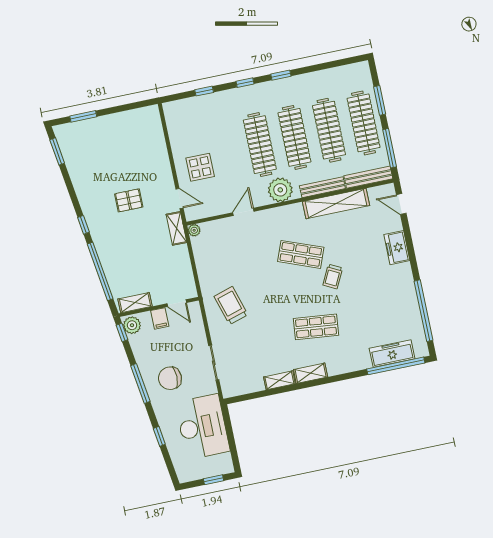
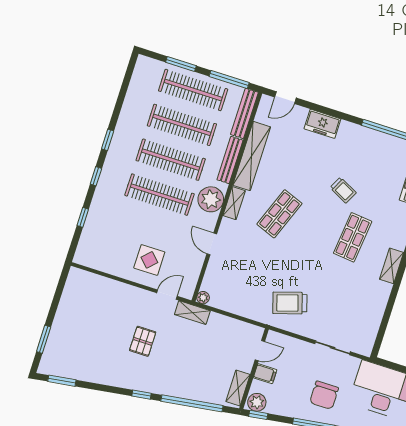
trolley: (333, 277) -> (343, 190), moved
shelving: (279, 380) -> (234, 203), moved

